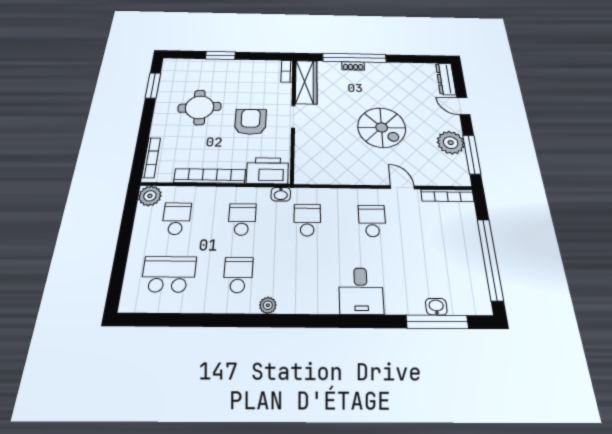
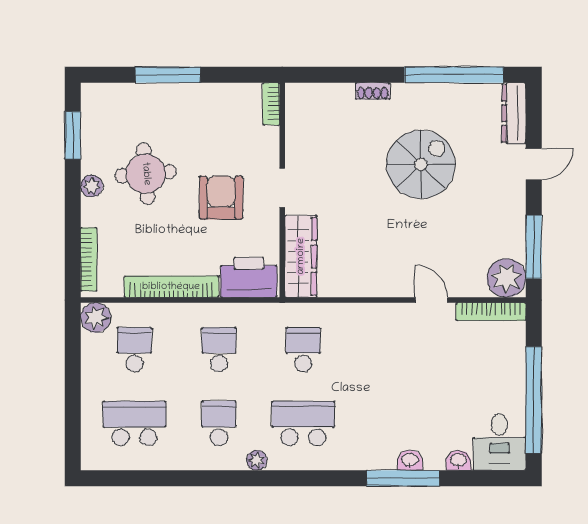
window: (221, 55) -> (168, 75), width x1.44
window: (354, 58) -> (454, 75), moved
wardrobe: (306, 82) -> (301, 256), moved
door: (463, 106) -> (534, 164), swing flipped
plant: (161, 114) -> (92, 186), added
spiral stairs: (382, 127) -> (421, 164), moved, turned -90
plant: (451, 143) -> (506, 278), moved
washbasin: (281, 194) -> (410, 460), moved, turned 180
school desk: (372, 221) -> (303, 423), moved, width x1.85
desk: (361, 291) -> (499, 442), moved
window: (437, 322) -> (403, 478), moved

